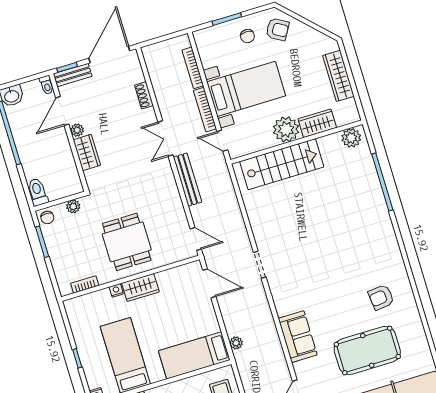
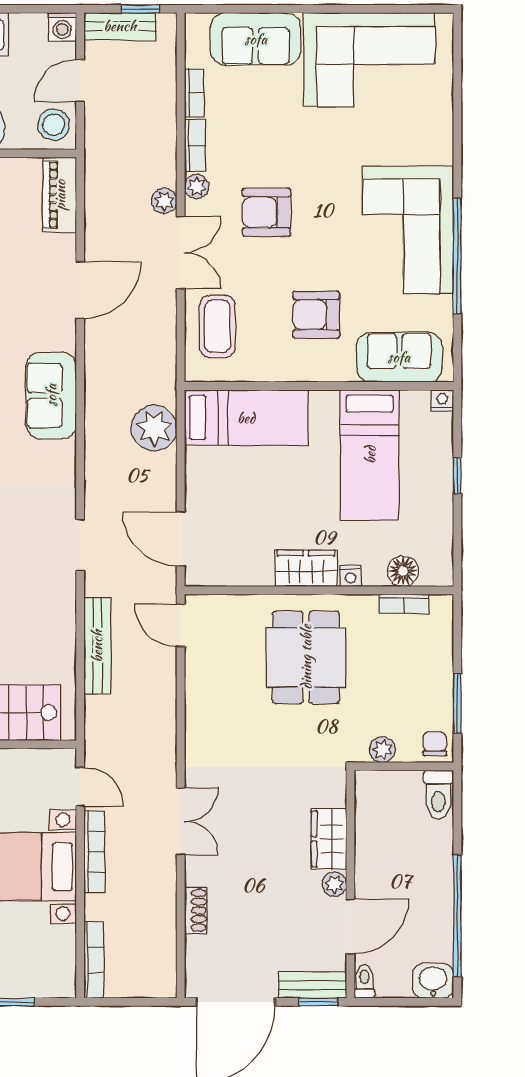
bookcase: (193, 68) -> (94, 960), moved
bench: (187, 180) -> (97, 646), moved
floor lamp: (90, 301) -> (403, 571), added
plant: (236, 343) -> (154, 428), width x1.87, depth x1.87

